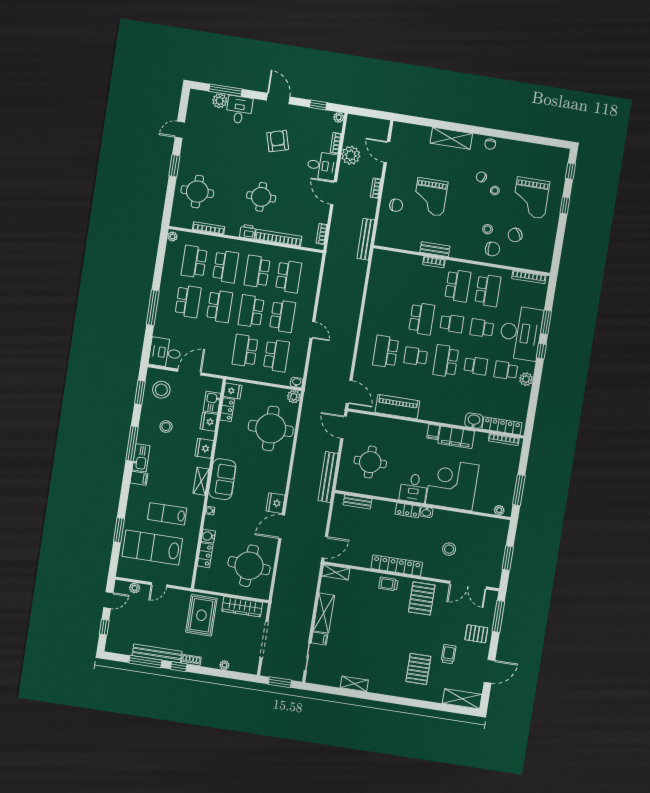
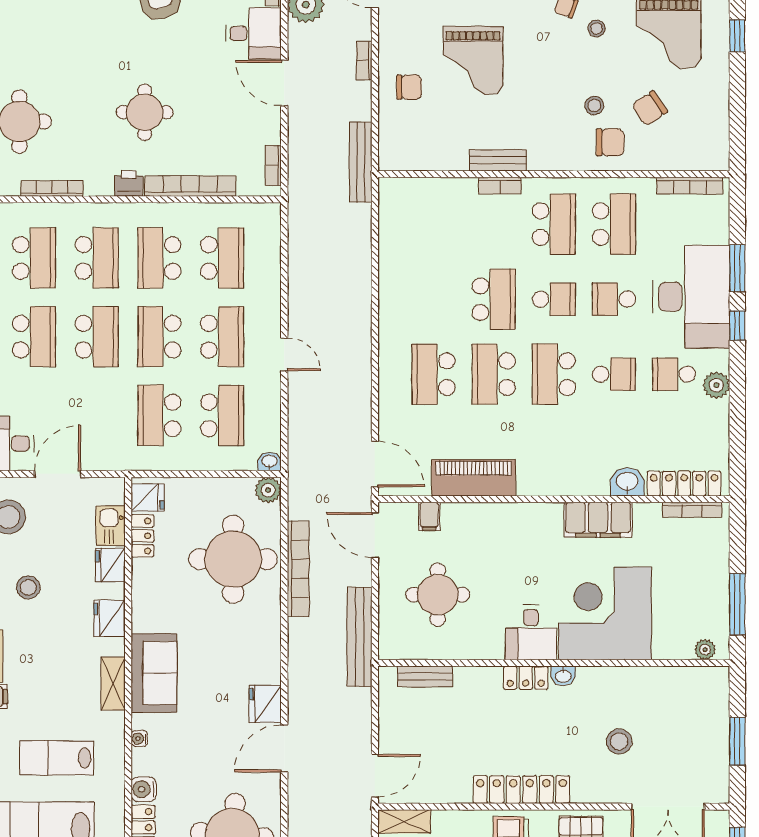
school desk: (194, 262) -> (34, 258), turned 180
school desk: (416, 356) -> (494, 374), width x1.85
filing cabinet: (433, 432) -> (429, 516), moved
bookcase: (303, 438) -> (298, 569), added

